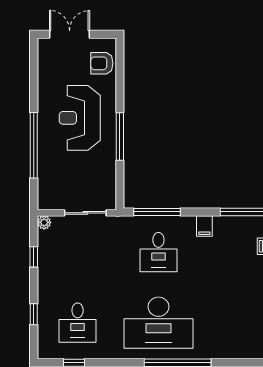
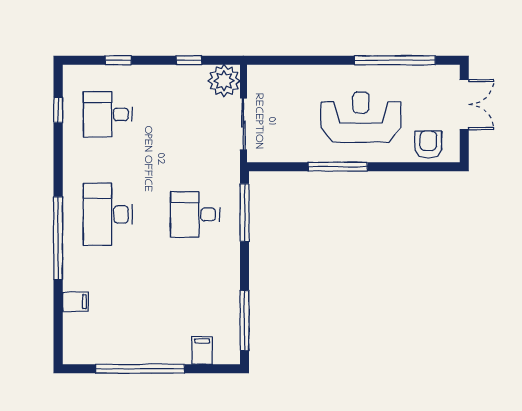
window: (34, 145) -> (395, 60), moved
plant: (44, 222) -> (224, 81), width x1.88, depth x1.88
filing cabinet: (204, 226) -> (75, 302), moved, turned 180
desk: (158, 323) -> (108, 214), width x0.73, depth x0.77

